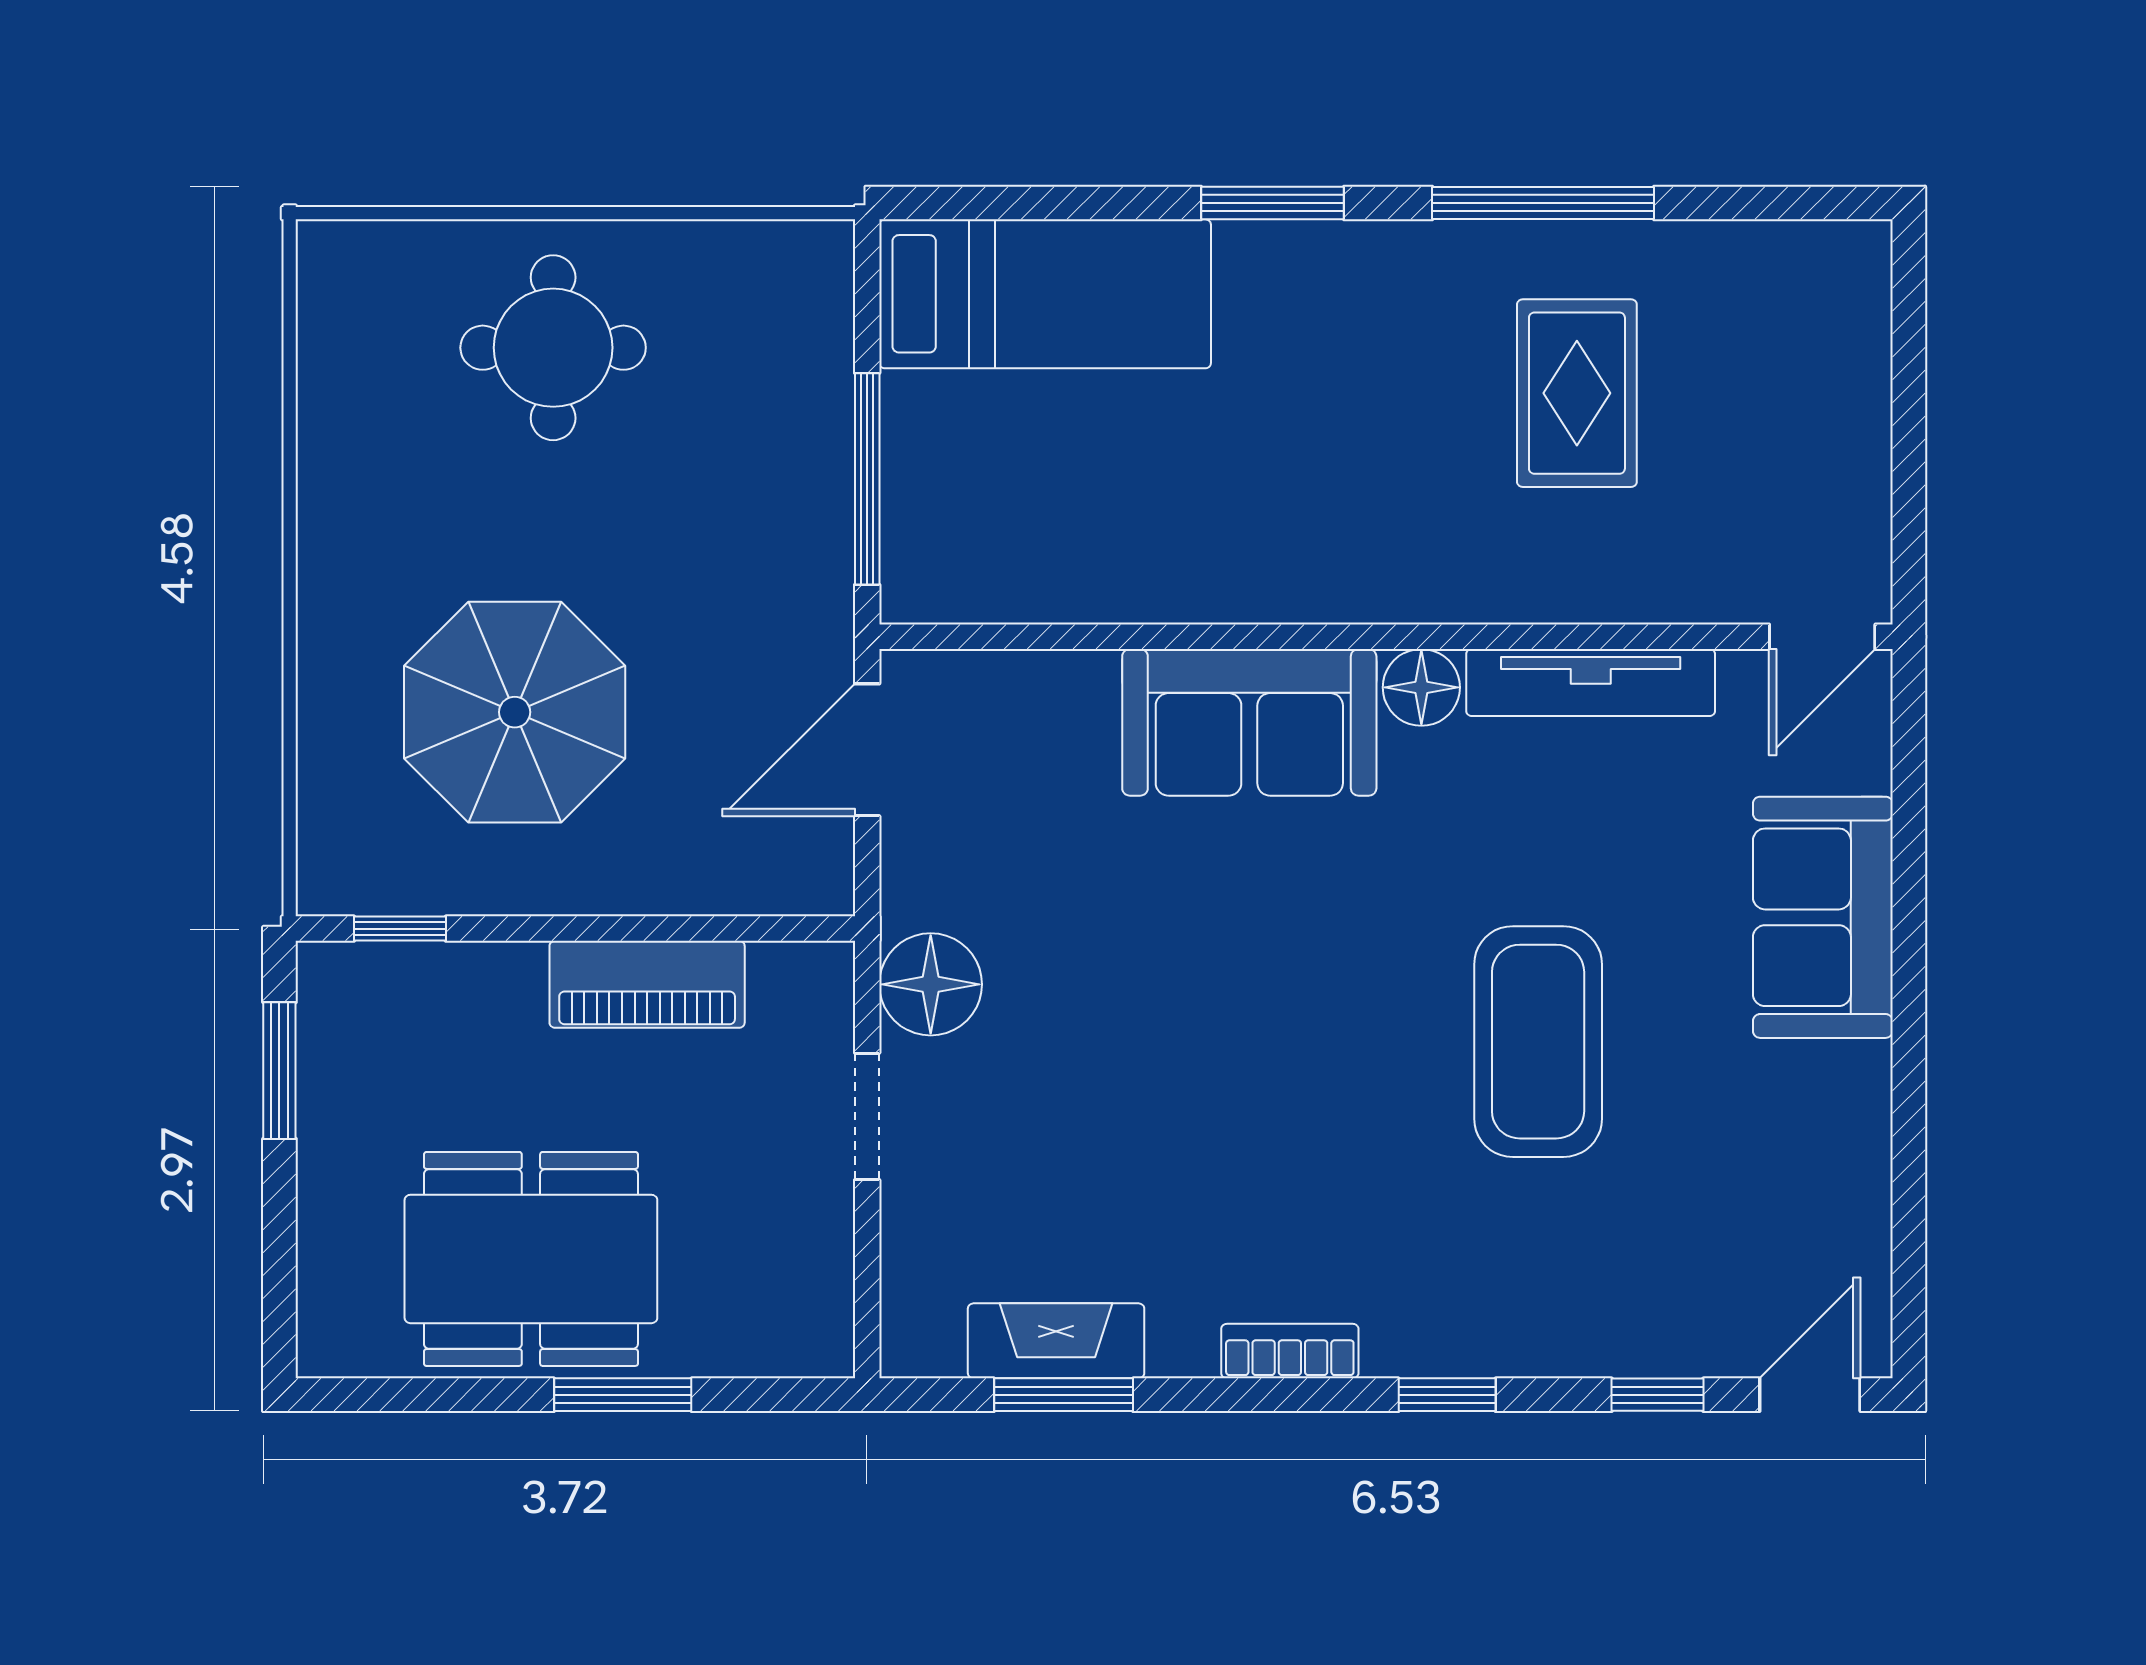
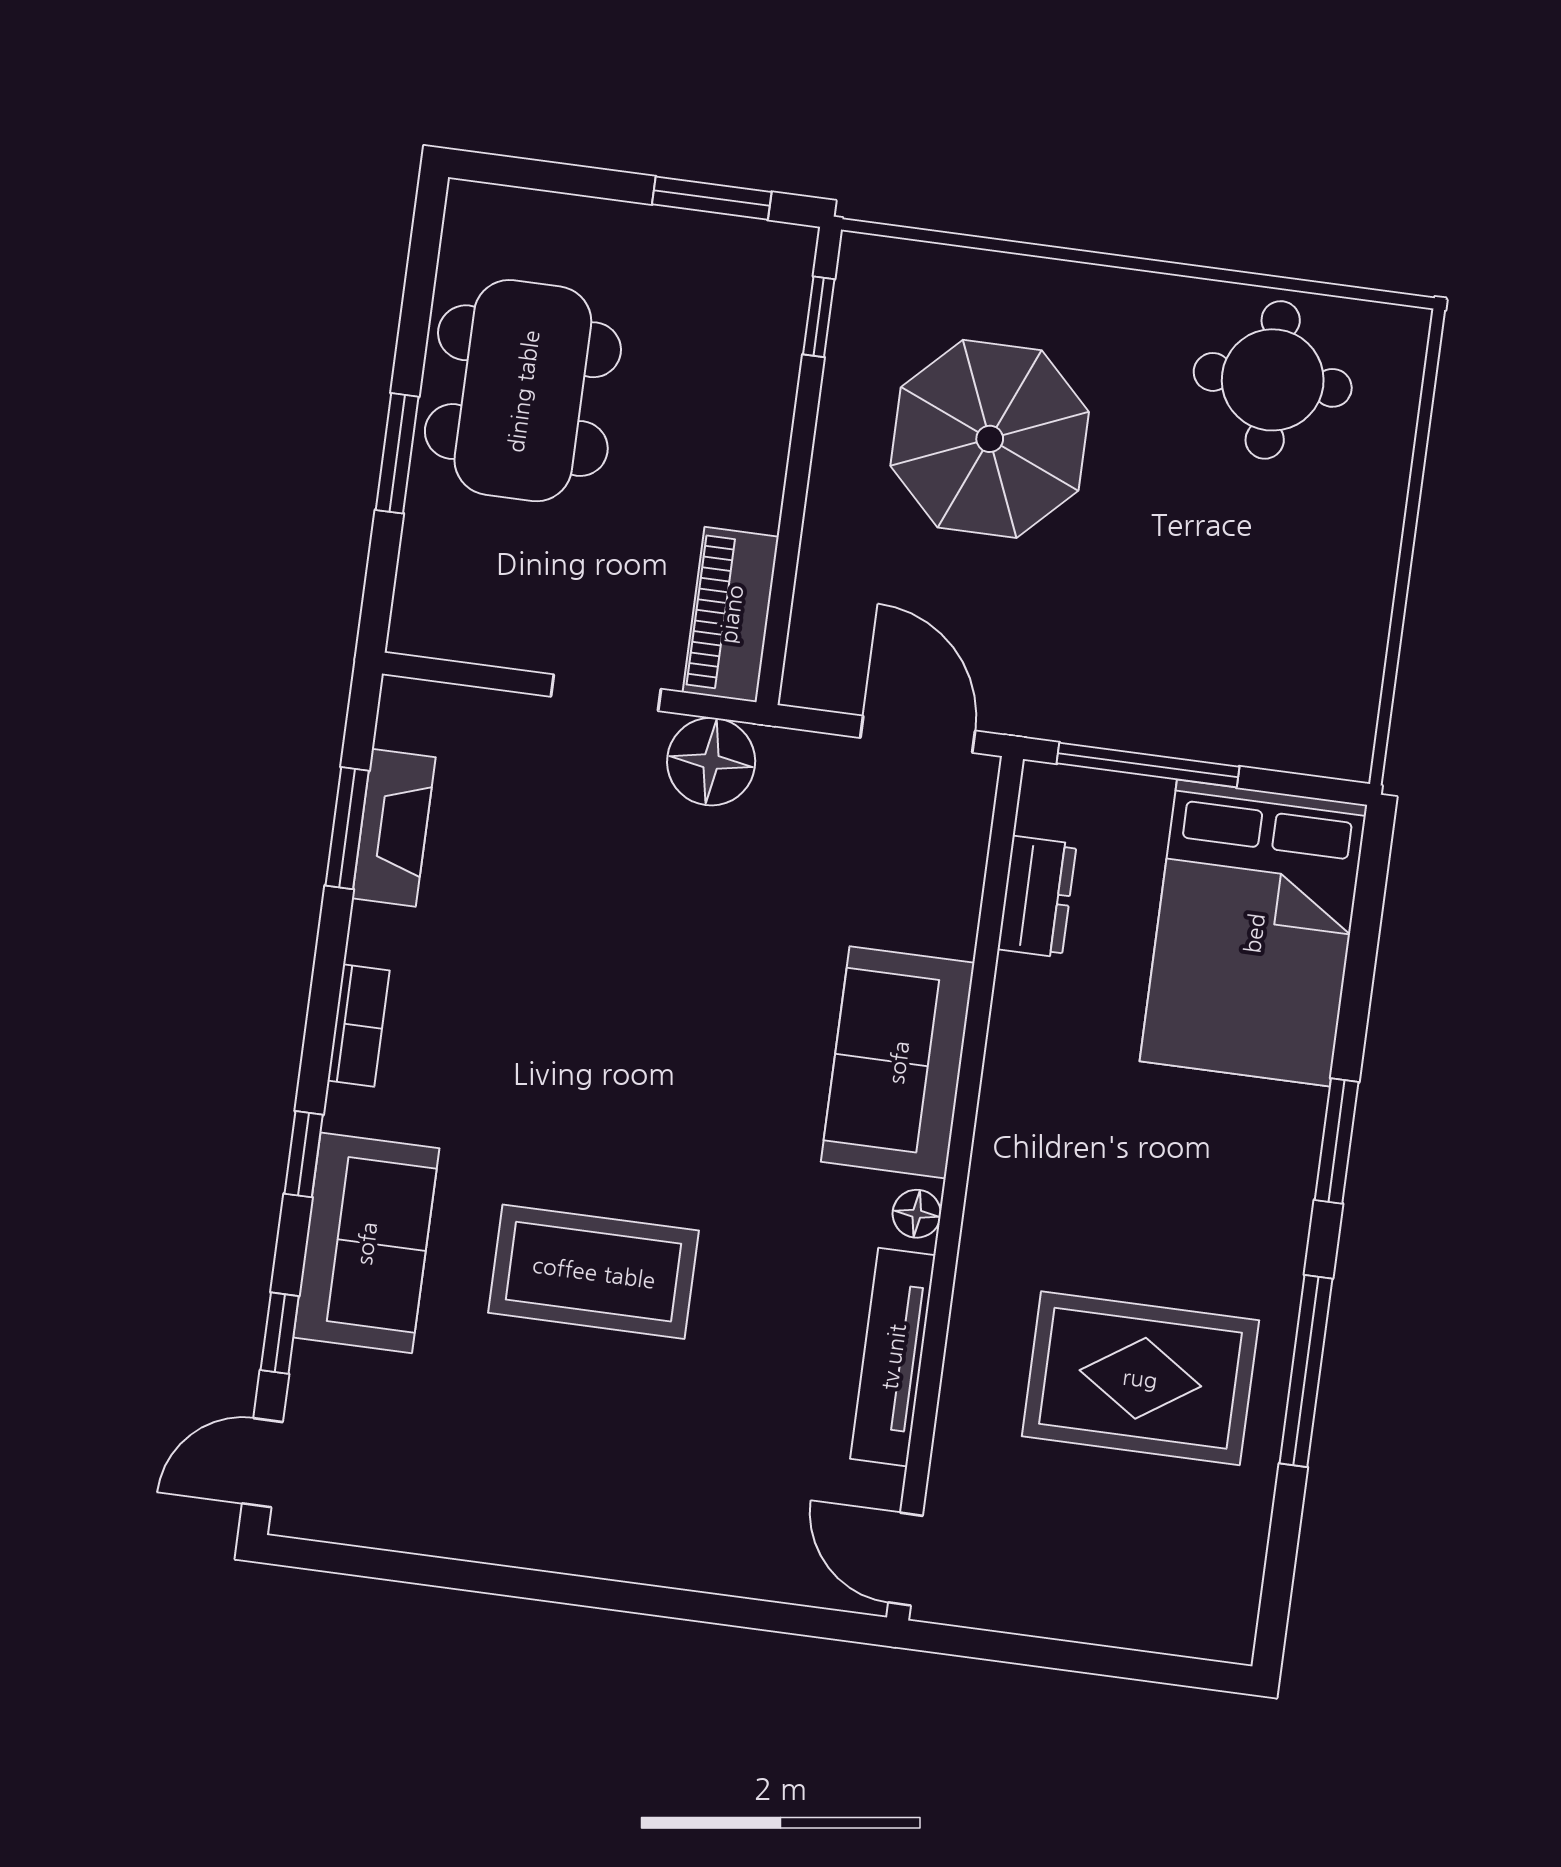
bed: (1045, 294) -> (1254, 933), width x1.50
round table: (553, 348) -> (1273, 380), moved
rug: (1577, 393) -> (1140, 1378), width x1.36, depth x1.43
dresser: (1036, 587) -> (1037, 897), added
floor lamp: (1421, 687) -> (917, 1214), width x0.73, depth x0.73
sofa: (1823, 917) -> (366, 1243), moved, turned 90
piano: (647, 984) -> (731, 614), moved
door: (1810, 1395) -> (262, 1463), swing flipped

